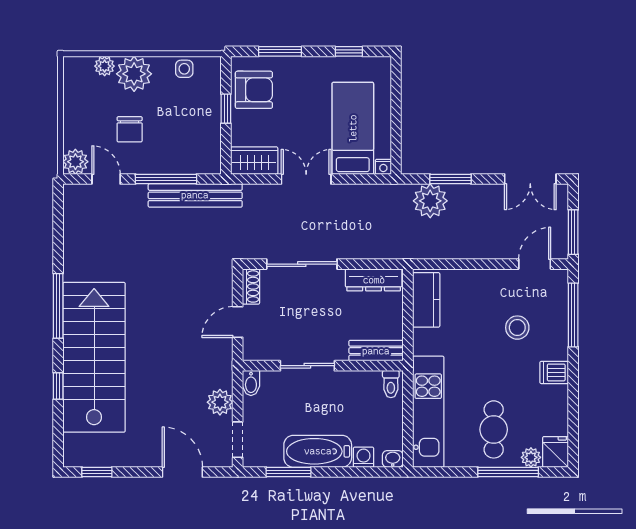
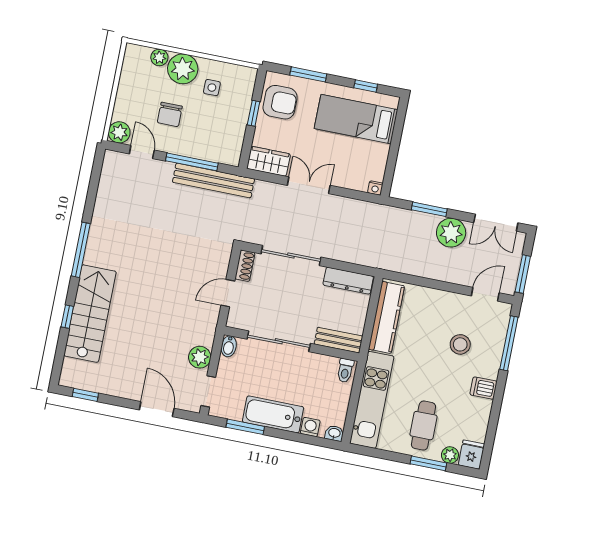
side table: (184, 69) -> (212, 88), moved
bed: (353, 128) -> (356, 119), moved, turned -90
plant: (430, 201) -> (451, 233), moved
kitchen counter: (426, 300) -> (386, 317), width x1.50
stairs: (94, 357) -> (90, 314), width x0.73, depth x0.66
sliding door: (307, 366) -> (279, 341), width x1.37
window: (508, 472) -> (428, 463), width x0.69

